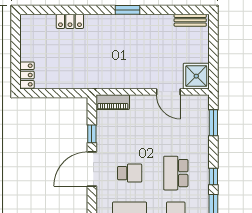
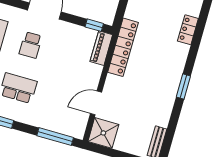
locker: (106, 81) -> (123, 47), added
window: (213, 123) -> (55, 137), width x1.44
window: (92, 134) -> (94, 25), moved

